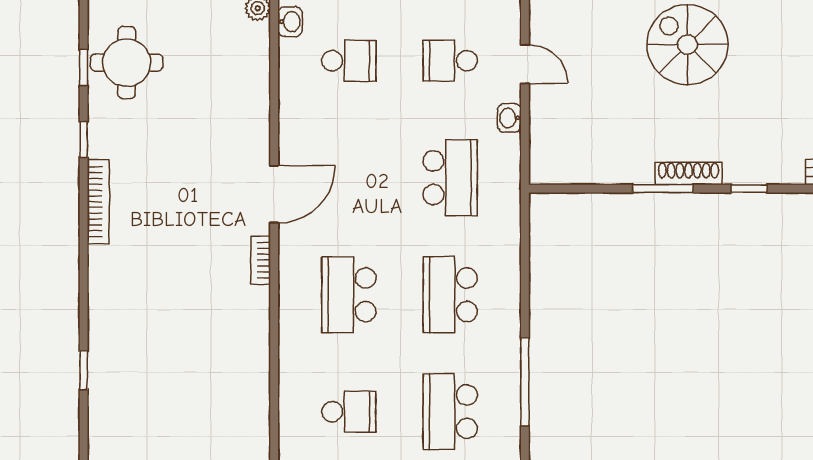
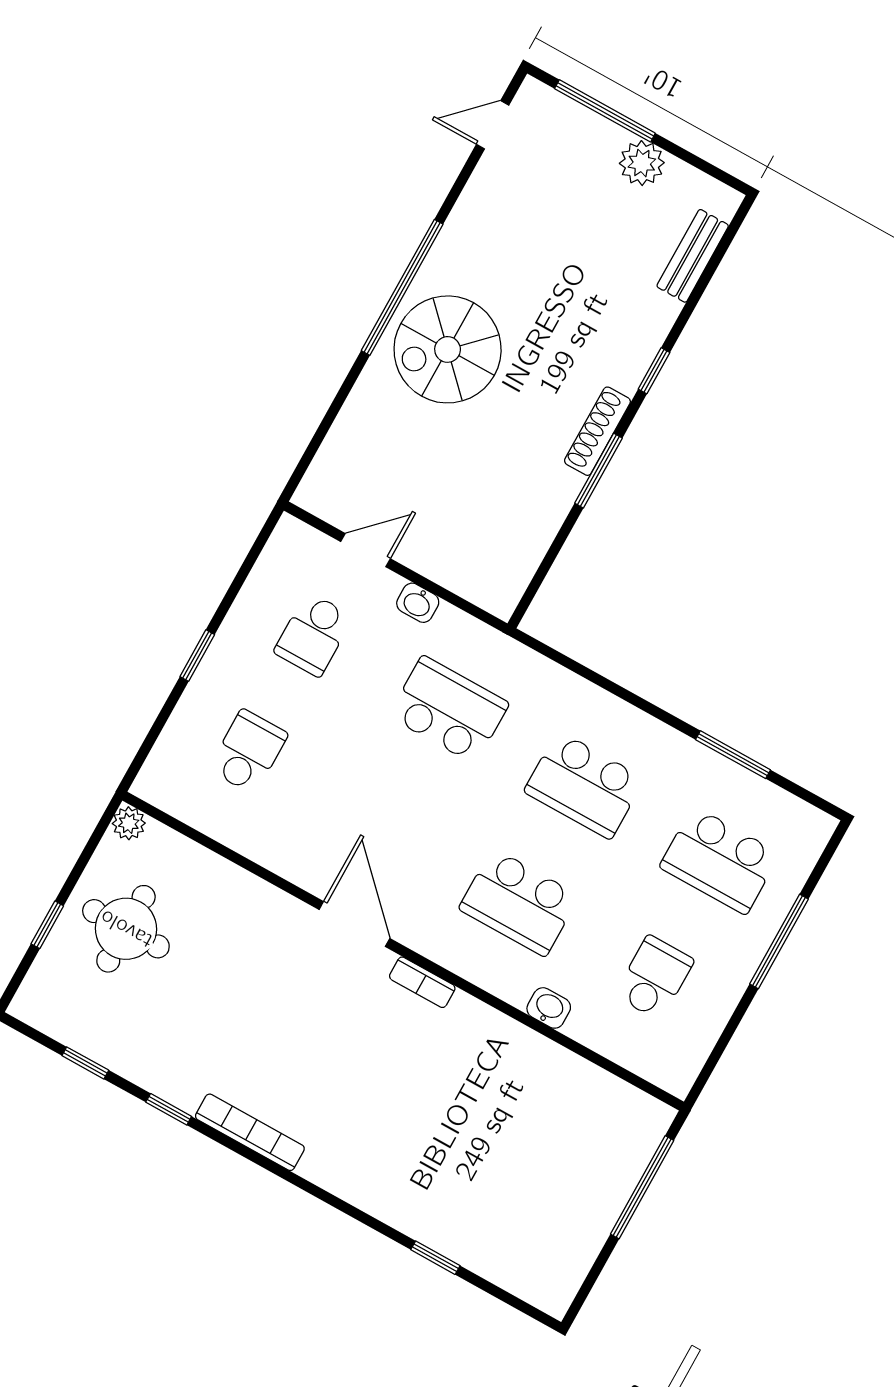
washbasin: (290, 22) -> (549, 1008), moved
round table: (127, 63) -> (126, 929), moved
window: (525, 382) -> (733, 755), width x0.69

